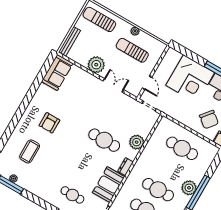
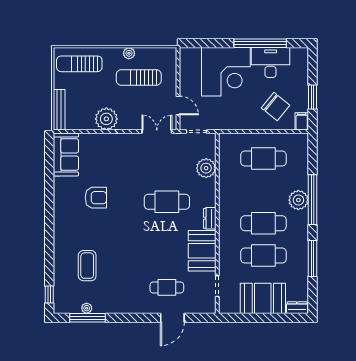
double door: (113, 85) -> (157, 131), moved
armchair: (49, 123) -> (96, 198), moved, turned -90
plant: (137, 142) -> (206, 168), moved

